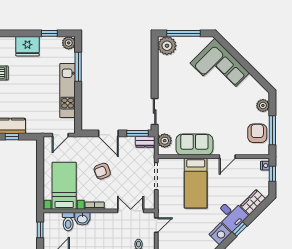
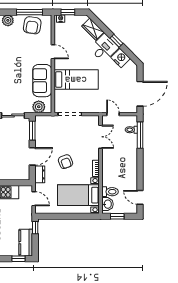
armchair: (257, 133) -> (32, 25), turned -81
window: (12, 137) -> (35, 228), moved
dresser: (145, 142) -> (40, 174), moved
double door: (131, 211) -> (101, 137), swing flipped
washbasin: (82, 219) -> (107, 204), moved

